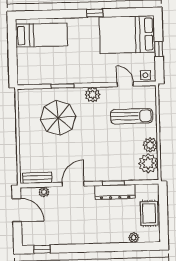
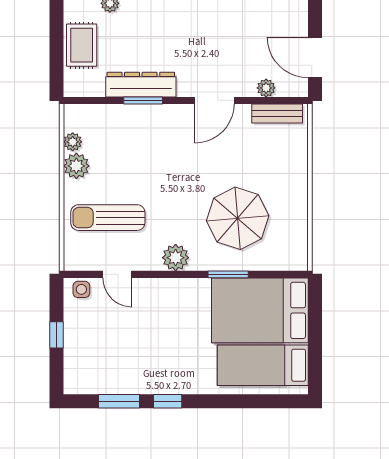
window: (122, 12) -> (119, 401), added
bed: (127, 35) -> (260, 310), moved, turned 180
plant: (148, 163) -> (73, 142), width x0.53, depth x0.53

